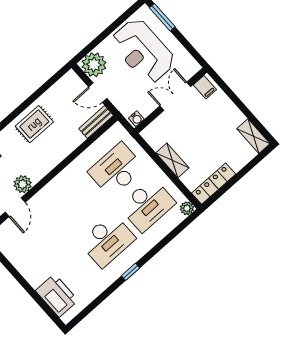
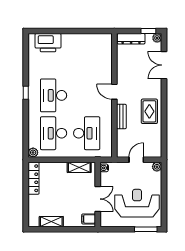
plant: (94, 65) -> (157, 167), width x0.53, depth x0.53
bench: (96, 122) -> (121, 116), moved
shelving: (253, 136) -> (51, 222), moved
shelving: (172, 160) -> (79, 167), moved
plant: (23, 184) -> (123, 77), removed
door: (15, 207) -> (114, 92), moved

